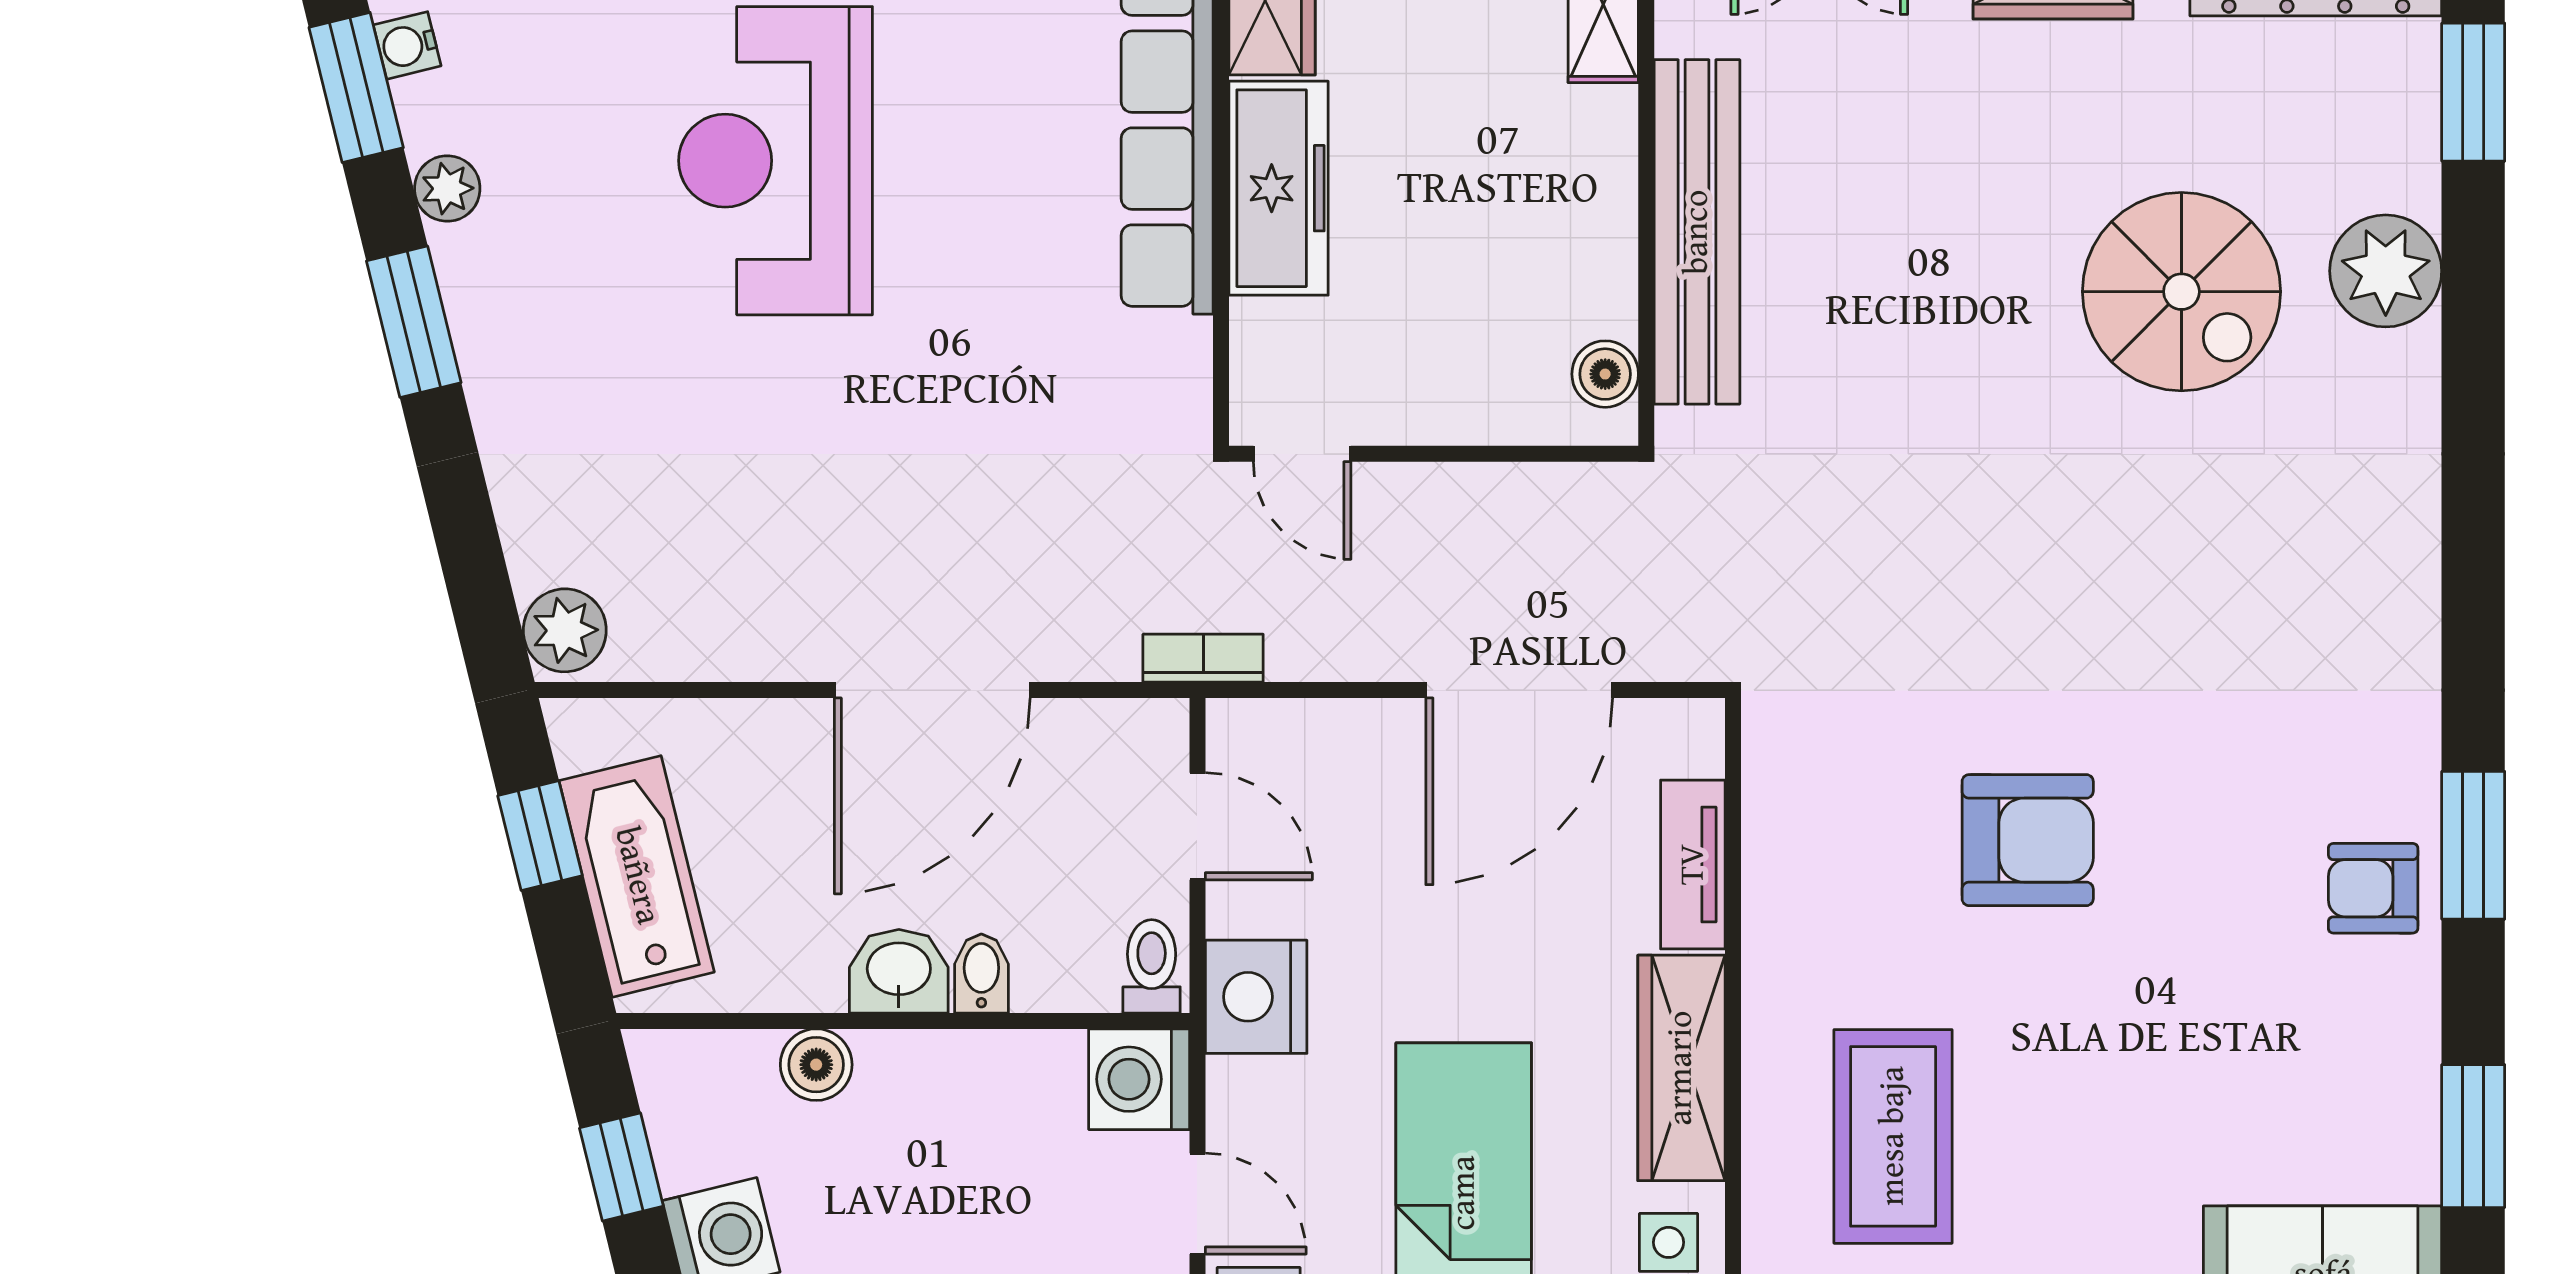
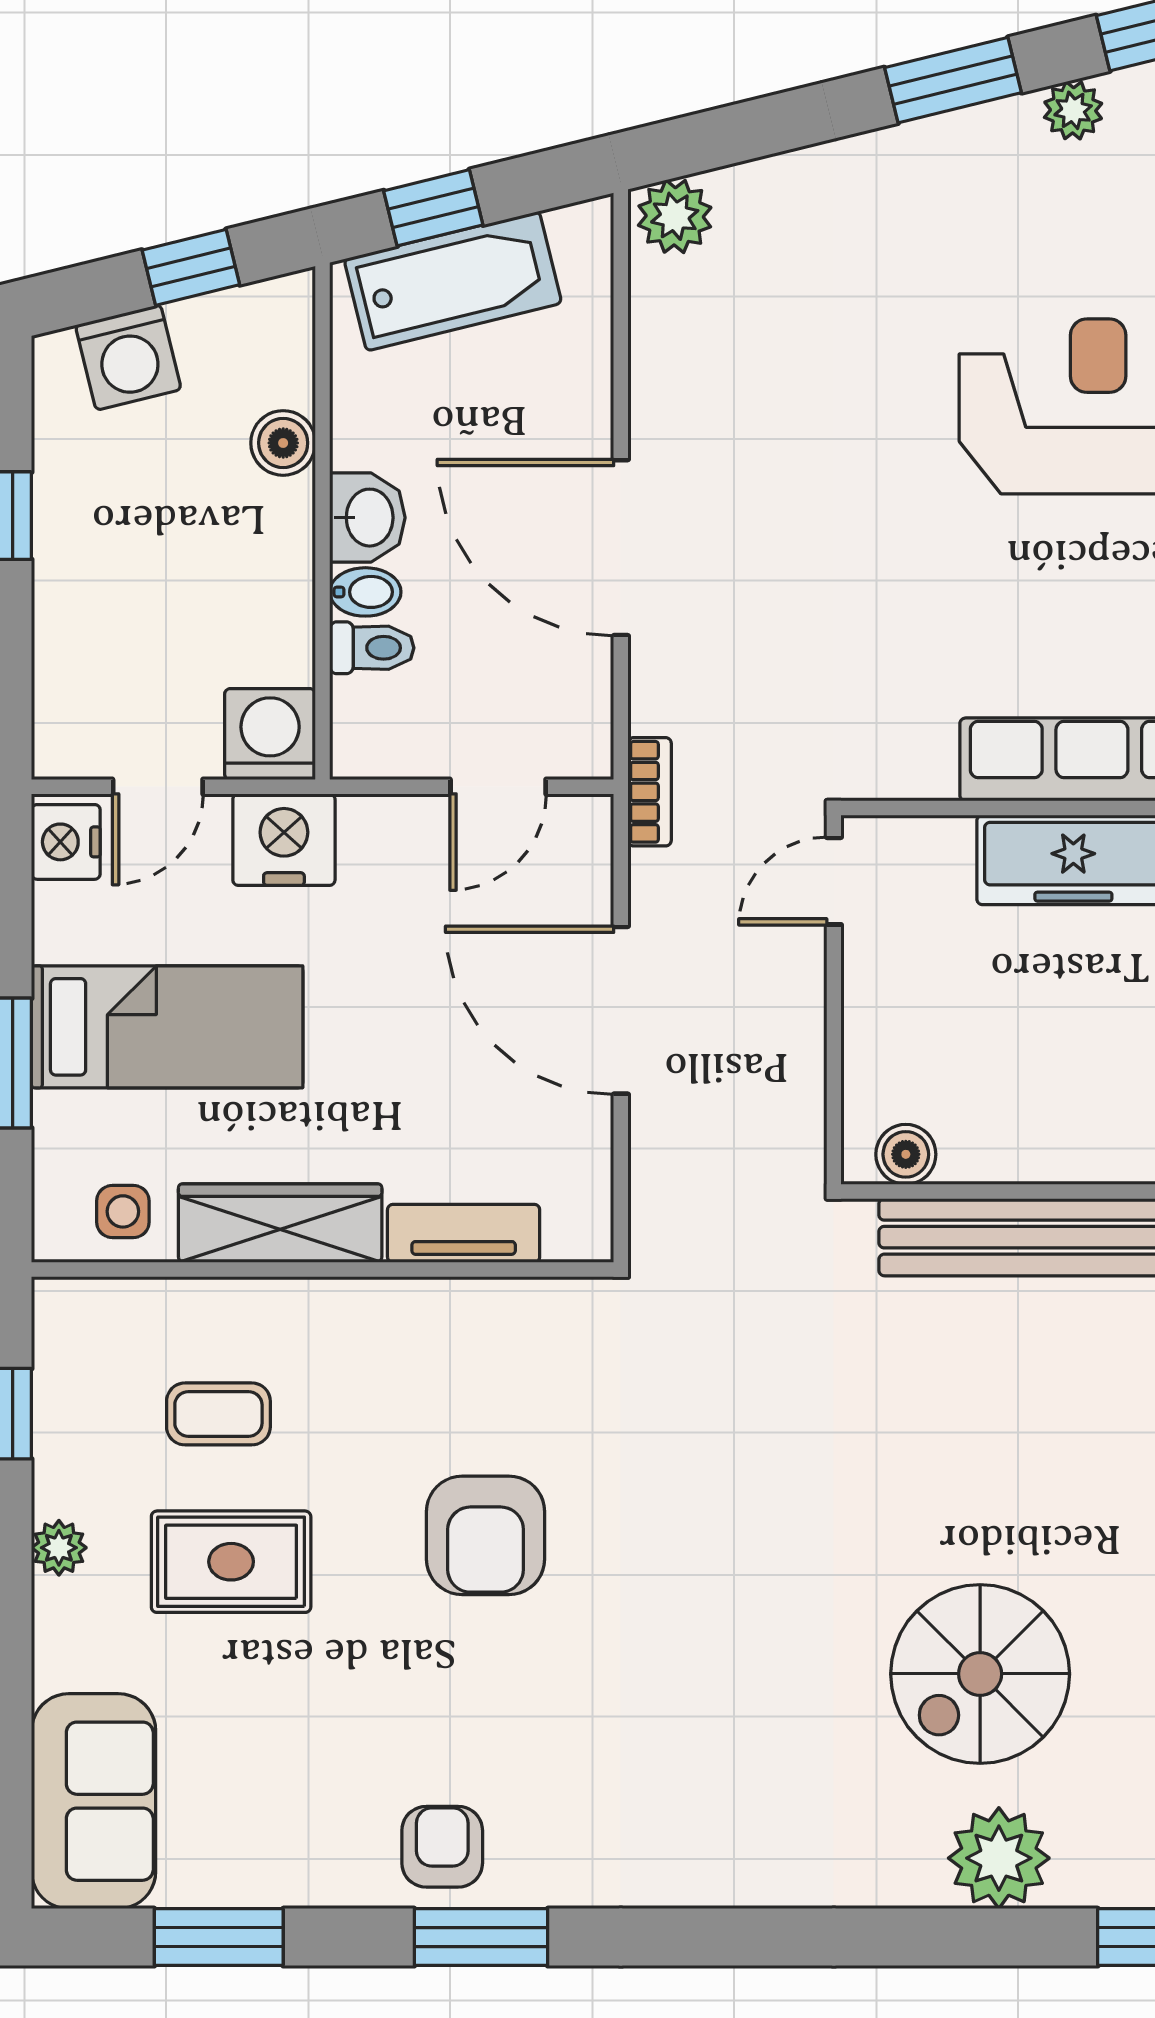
door: (1519, 690) -> (621, 1010), moved
window: (540, 836) -> (433, 208), moved
toilet: (1152, 966) -> (372, 648), moved
nightstand: (1256, 997) -> (284, 840), moved
rug: (2057, 1122) -> (231, 1562), added
coffee table: (1893, 1136) -> (218, 1414), width x0.54, depth x0.58

